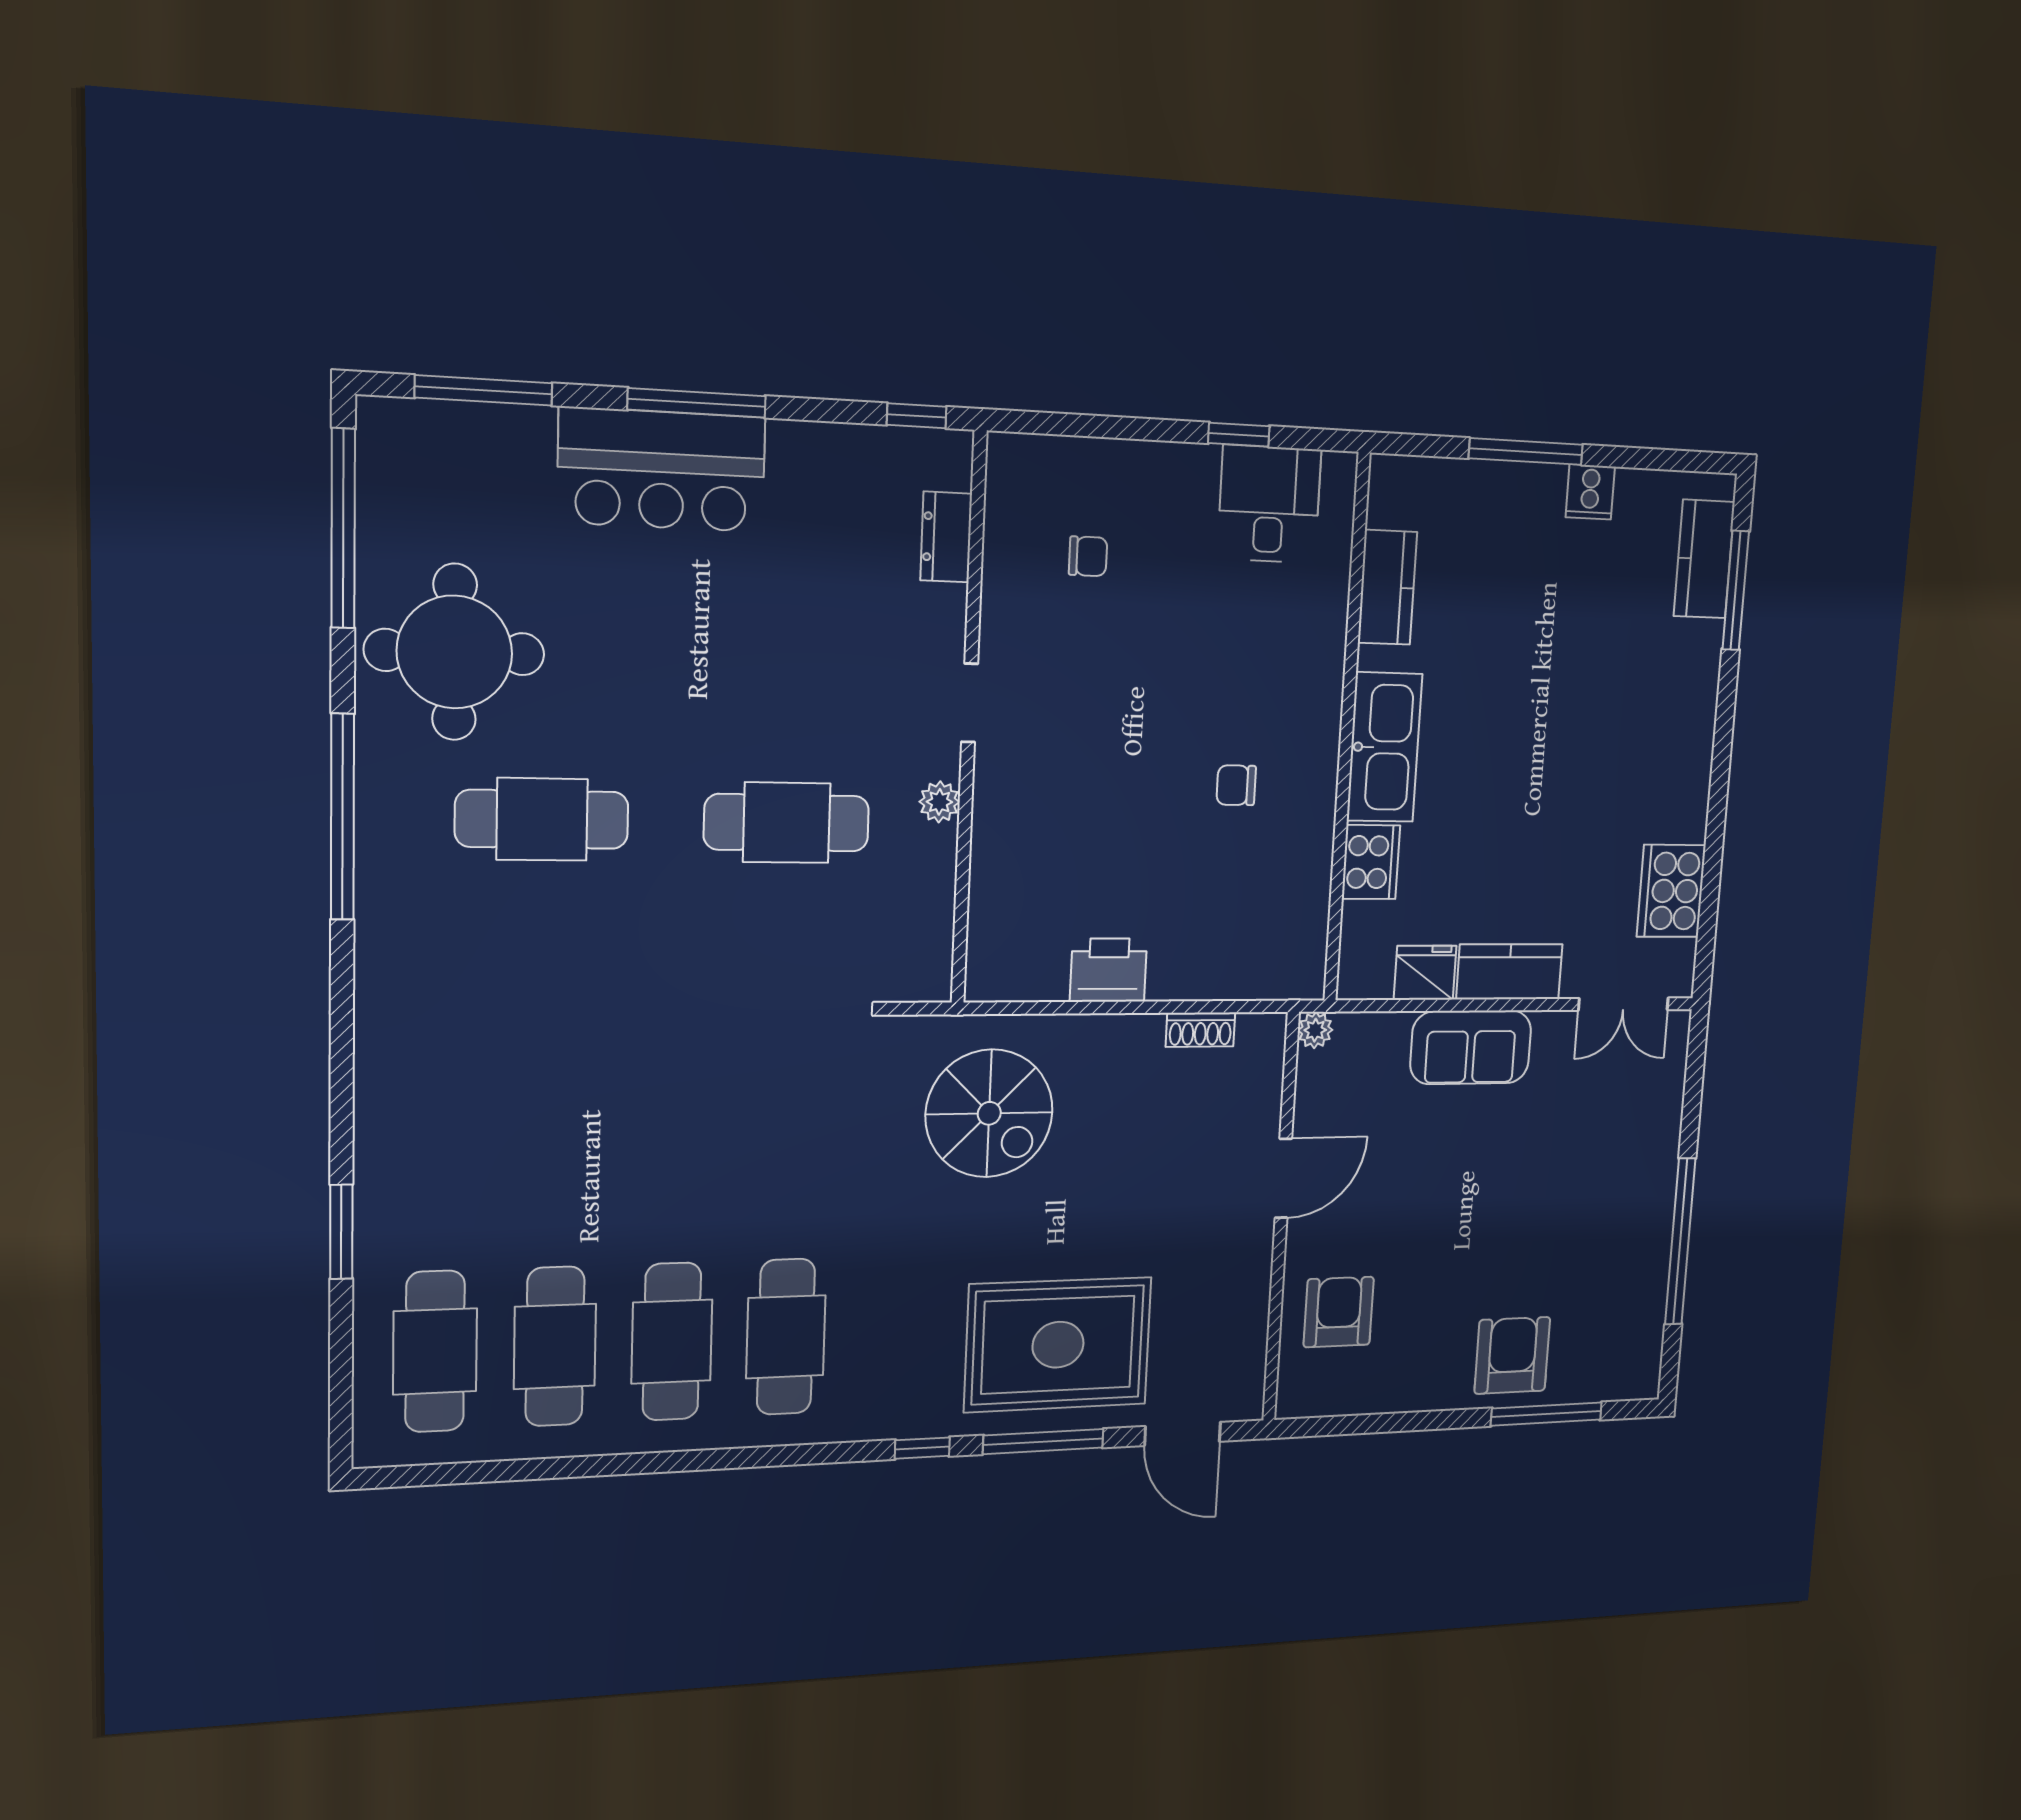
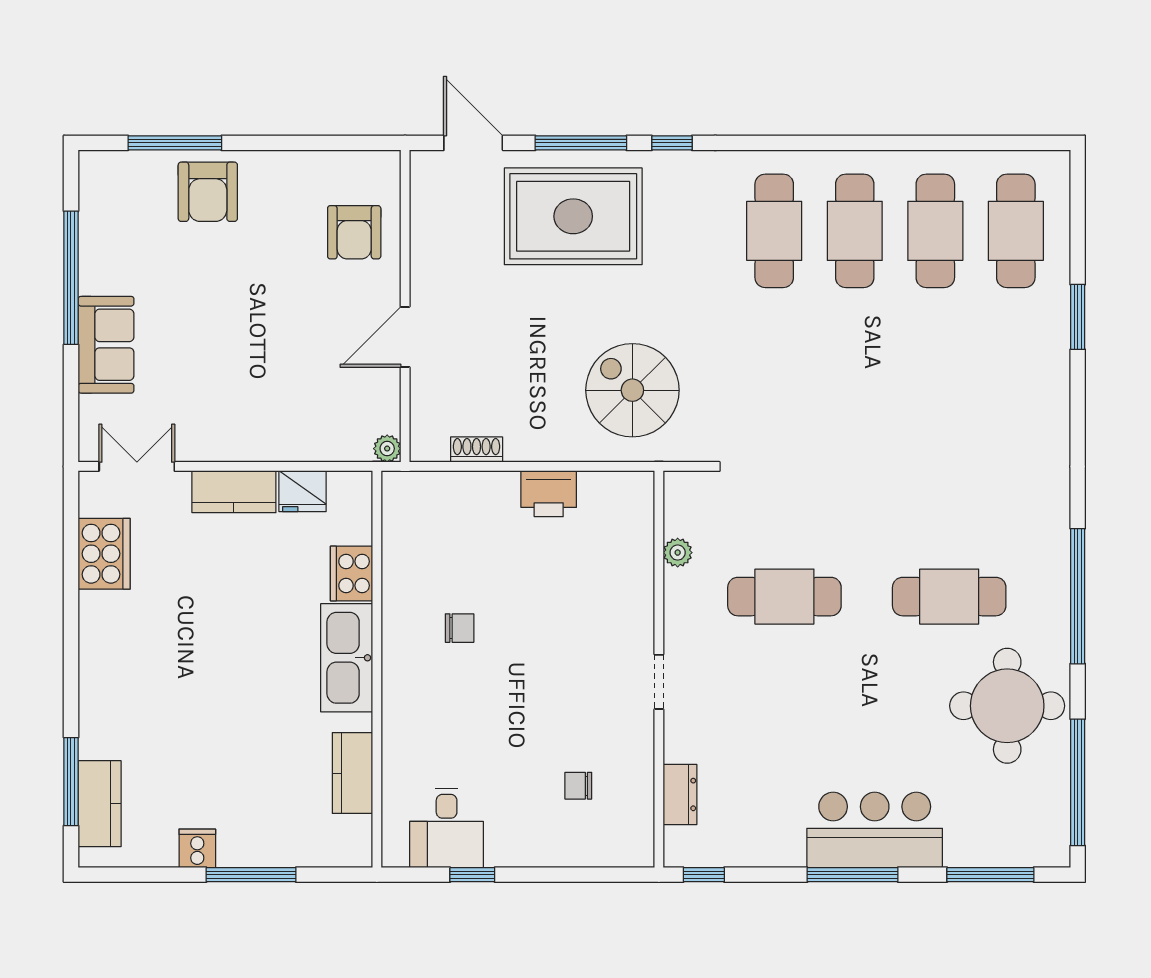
plant: (939, 802) -> (678, 553), moved
sofa: (1471, 1047) -> (106, 345), moved, turned 90

